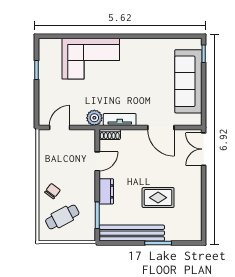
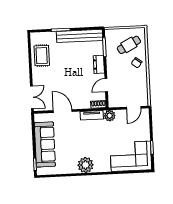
plant: (132, 49) -> (86, 165), added
corner sofa: (91, 59) -> (131, 156), moved
rug: (158, 198) -> (42, 56), moved, turned 90

